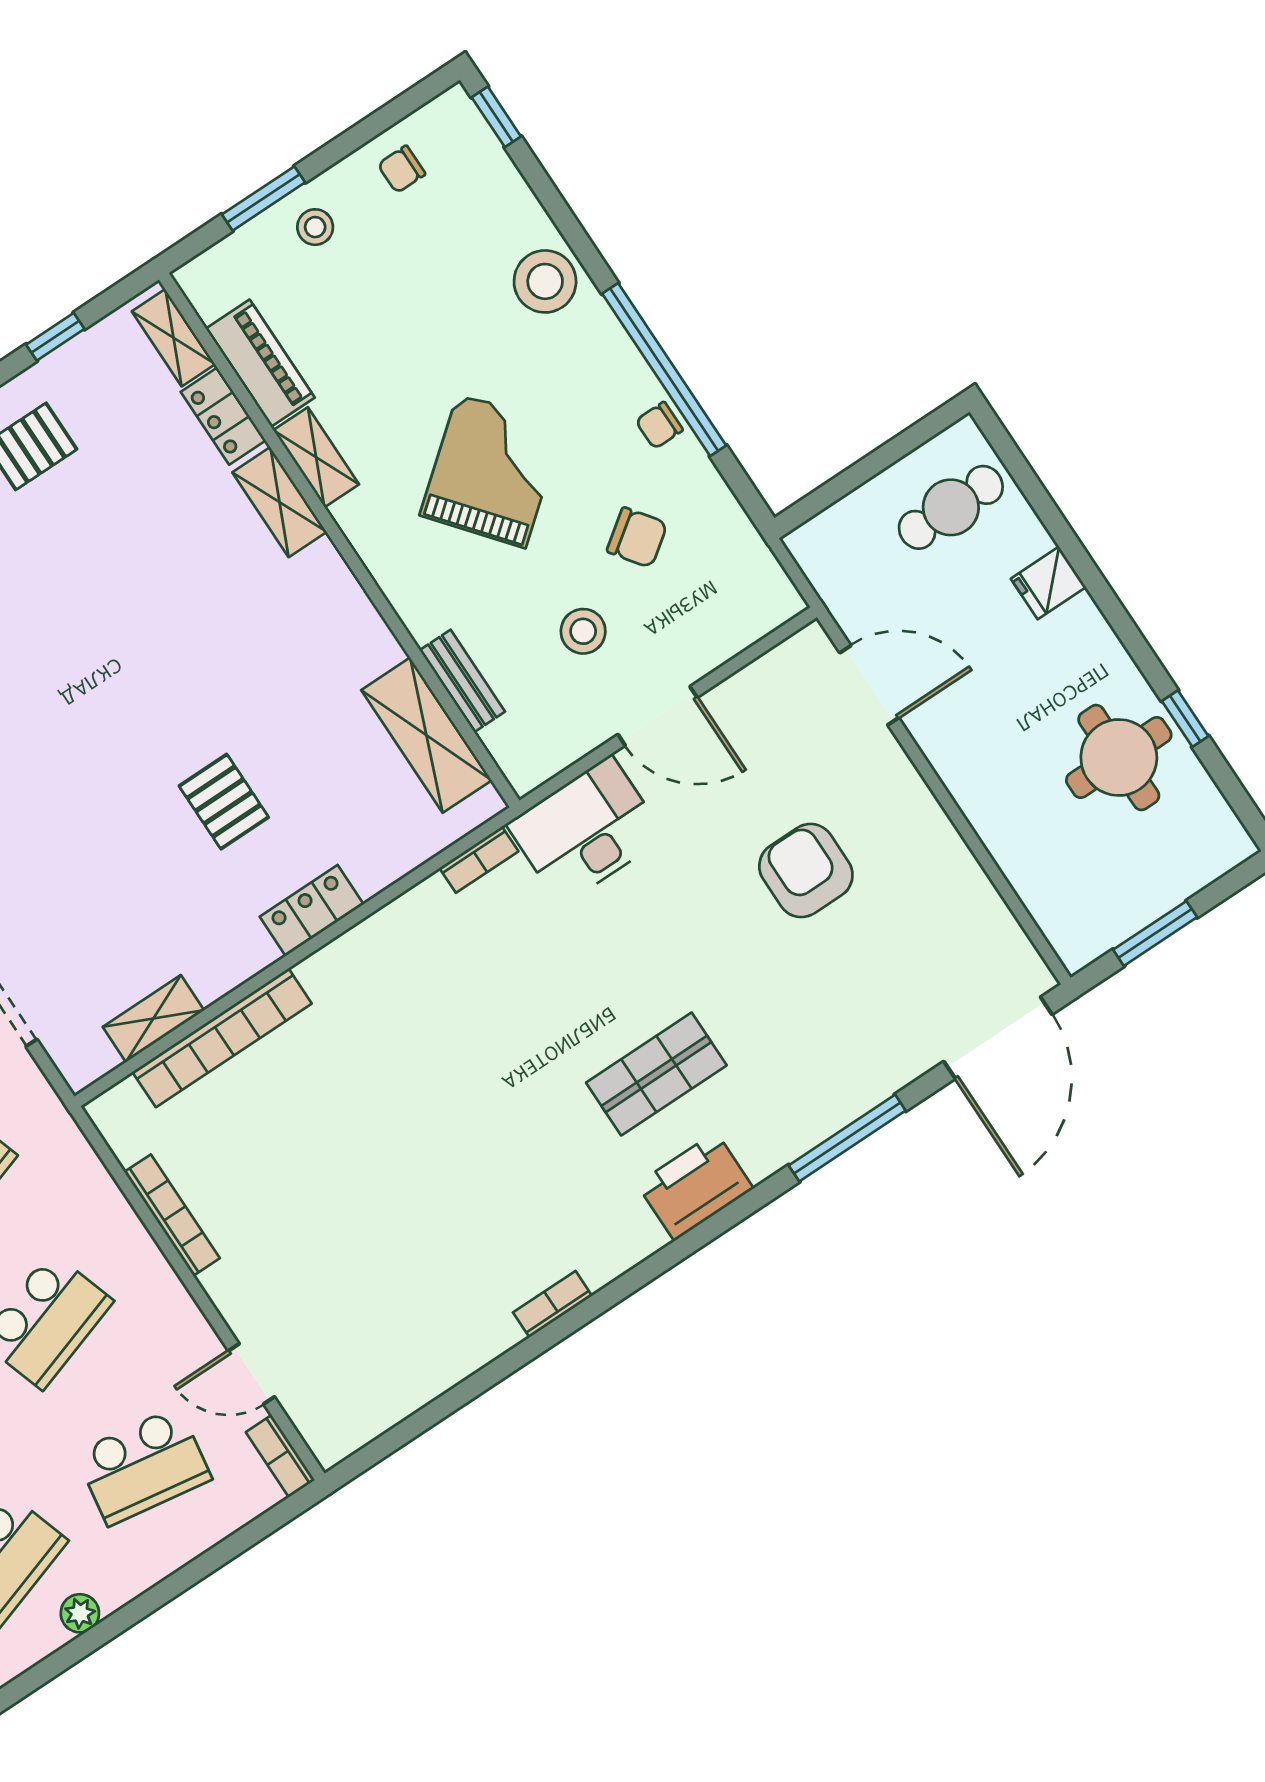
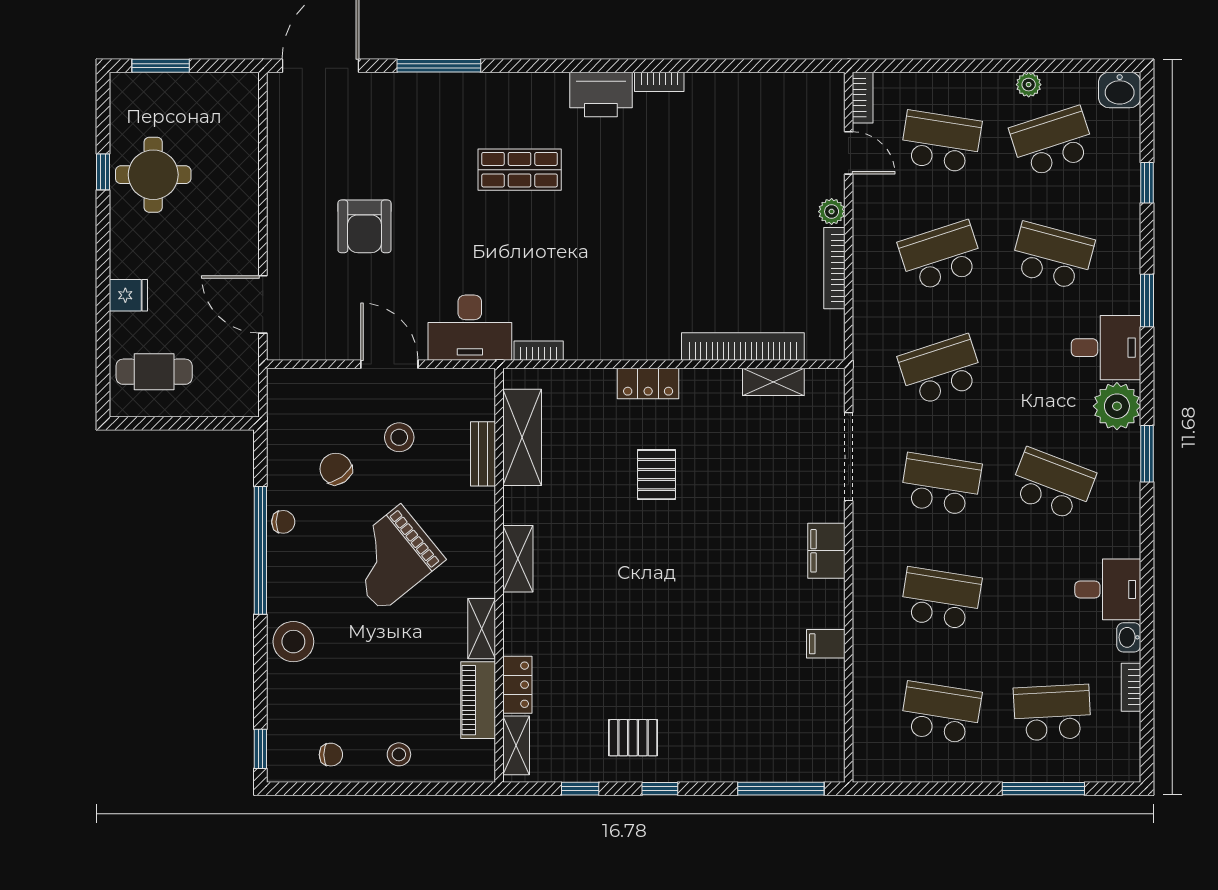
window: (263, 198) -> (417, 789), removed
shelving: (280, 502) -> (518, 559), moved
window: (1155, 933) -> (161, 66), moved
printer: (695, 1186) -> (601, 94), moved
plant: (223, 1285) -> (832, 212), added

